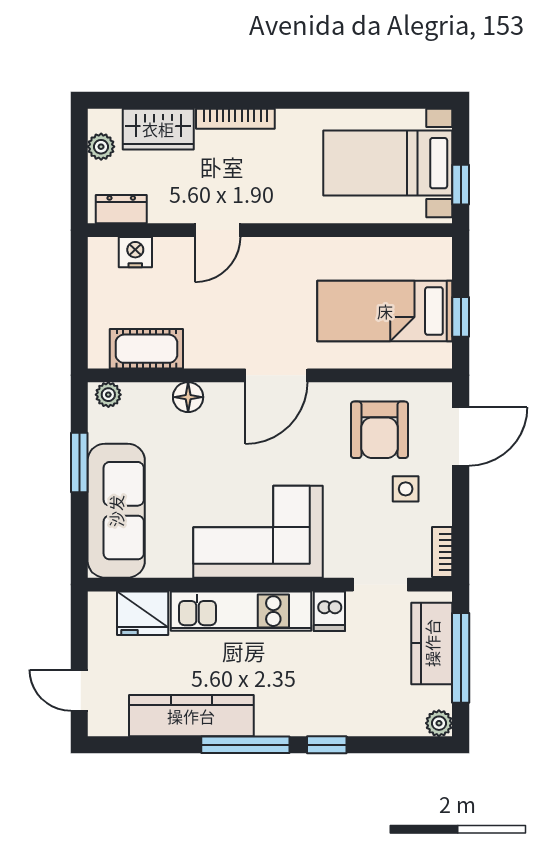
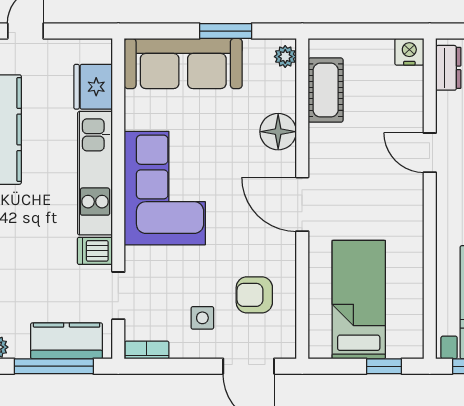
nightstand: (135, 252) -> (409, 52), moved, turned -90
window: (461, 317) -> (384, 366), moved
floor lamp: (188, 397) -> (278, 132), width x1.38, depth x1.38
armchair: (380, 430) -> (254, 295), width x0.72, depth x0.72

